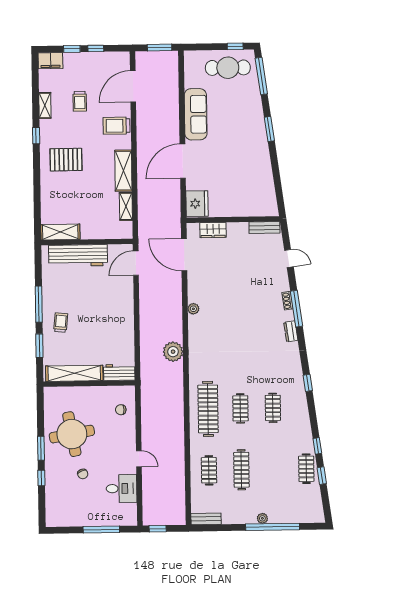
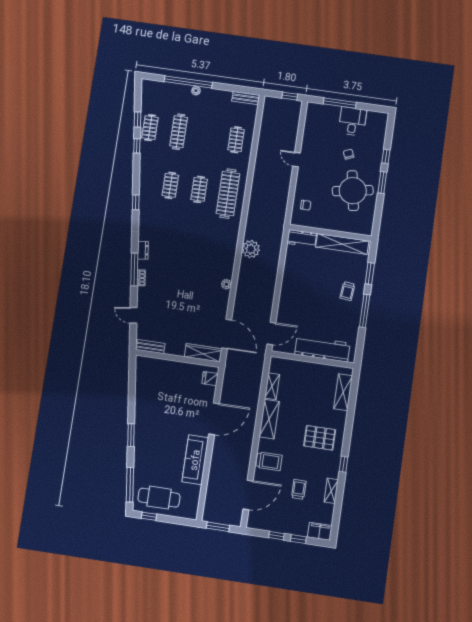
fridge: (197, 204) -> (210, 379), width x0.53, depth x0.75
wardrobe: (213, 230) -> (203, 353), width x1.50
shelving: (60, 232) -> (343, 392), moved, turned 90
clothes rail: (241, 470) -> (179, 132), moved
desk: (122, 489) -> (352, 121), moved, turned 90

